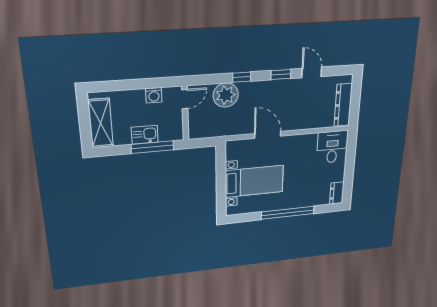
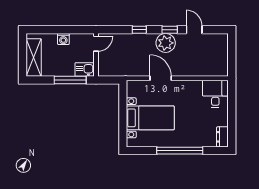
washing machine: (154, 95) -> (63, 39), moved
plant: (226, 95) -> (166, 43), moved
dresser: (343, 105) -> (222, 58), removed
kitchen sink: (145, 135) -> (85, 69), moved

